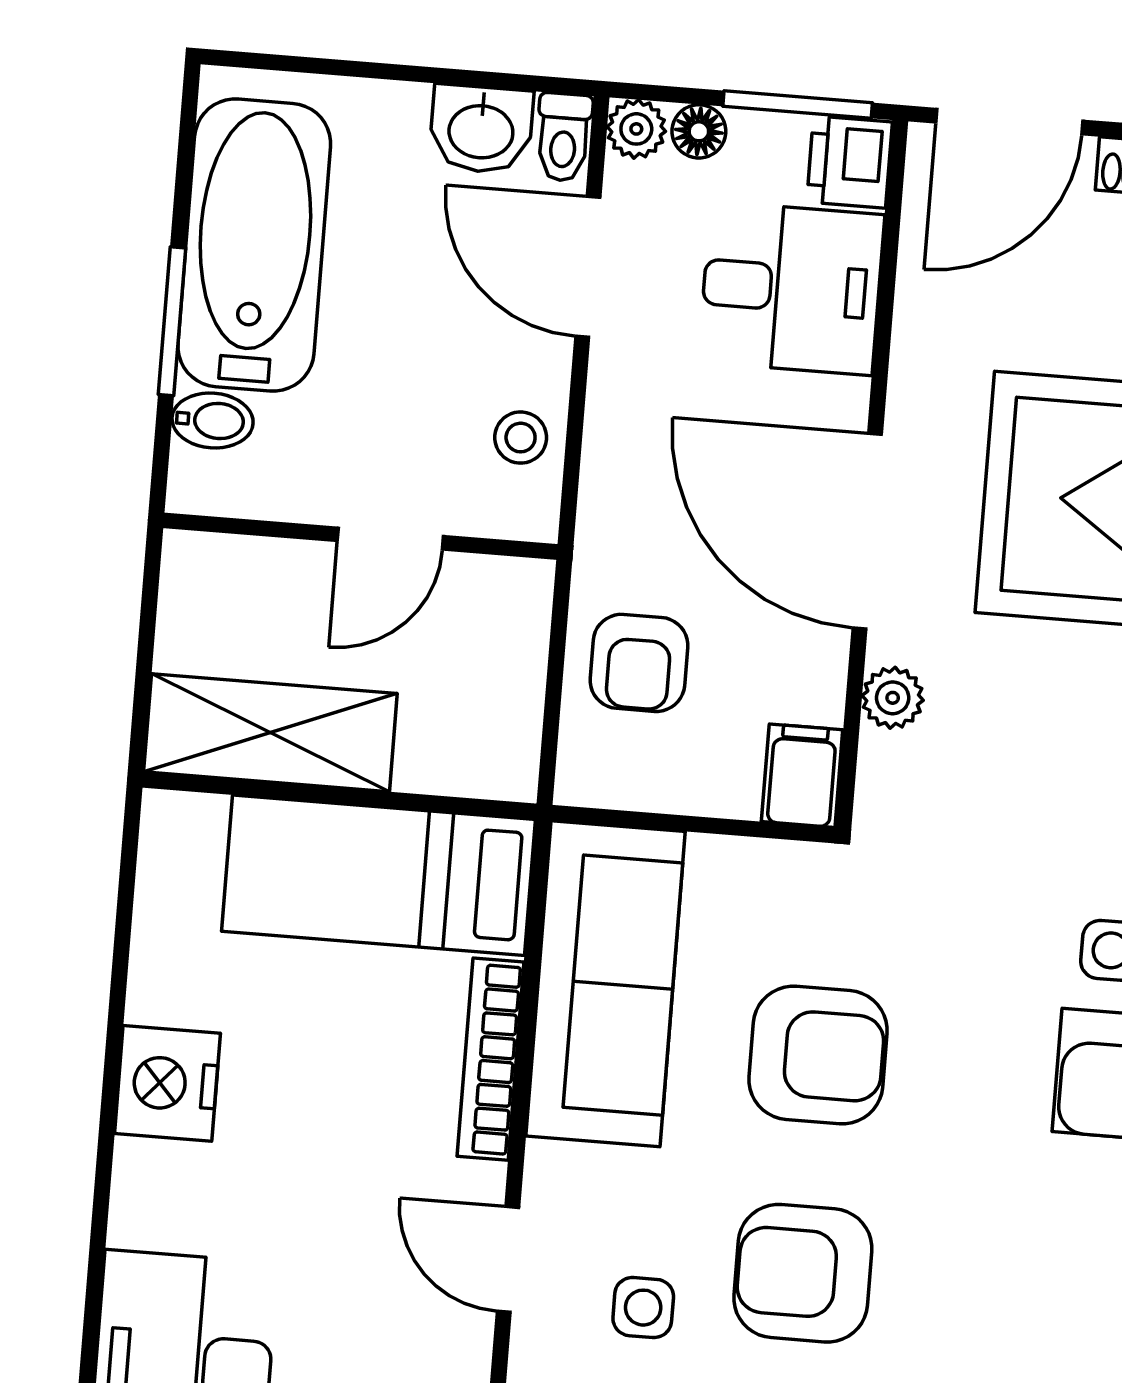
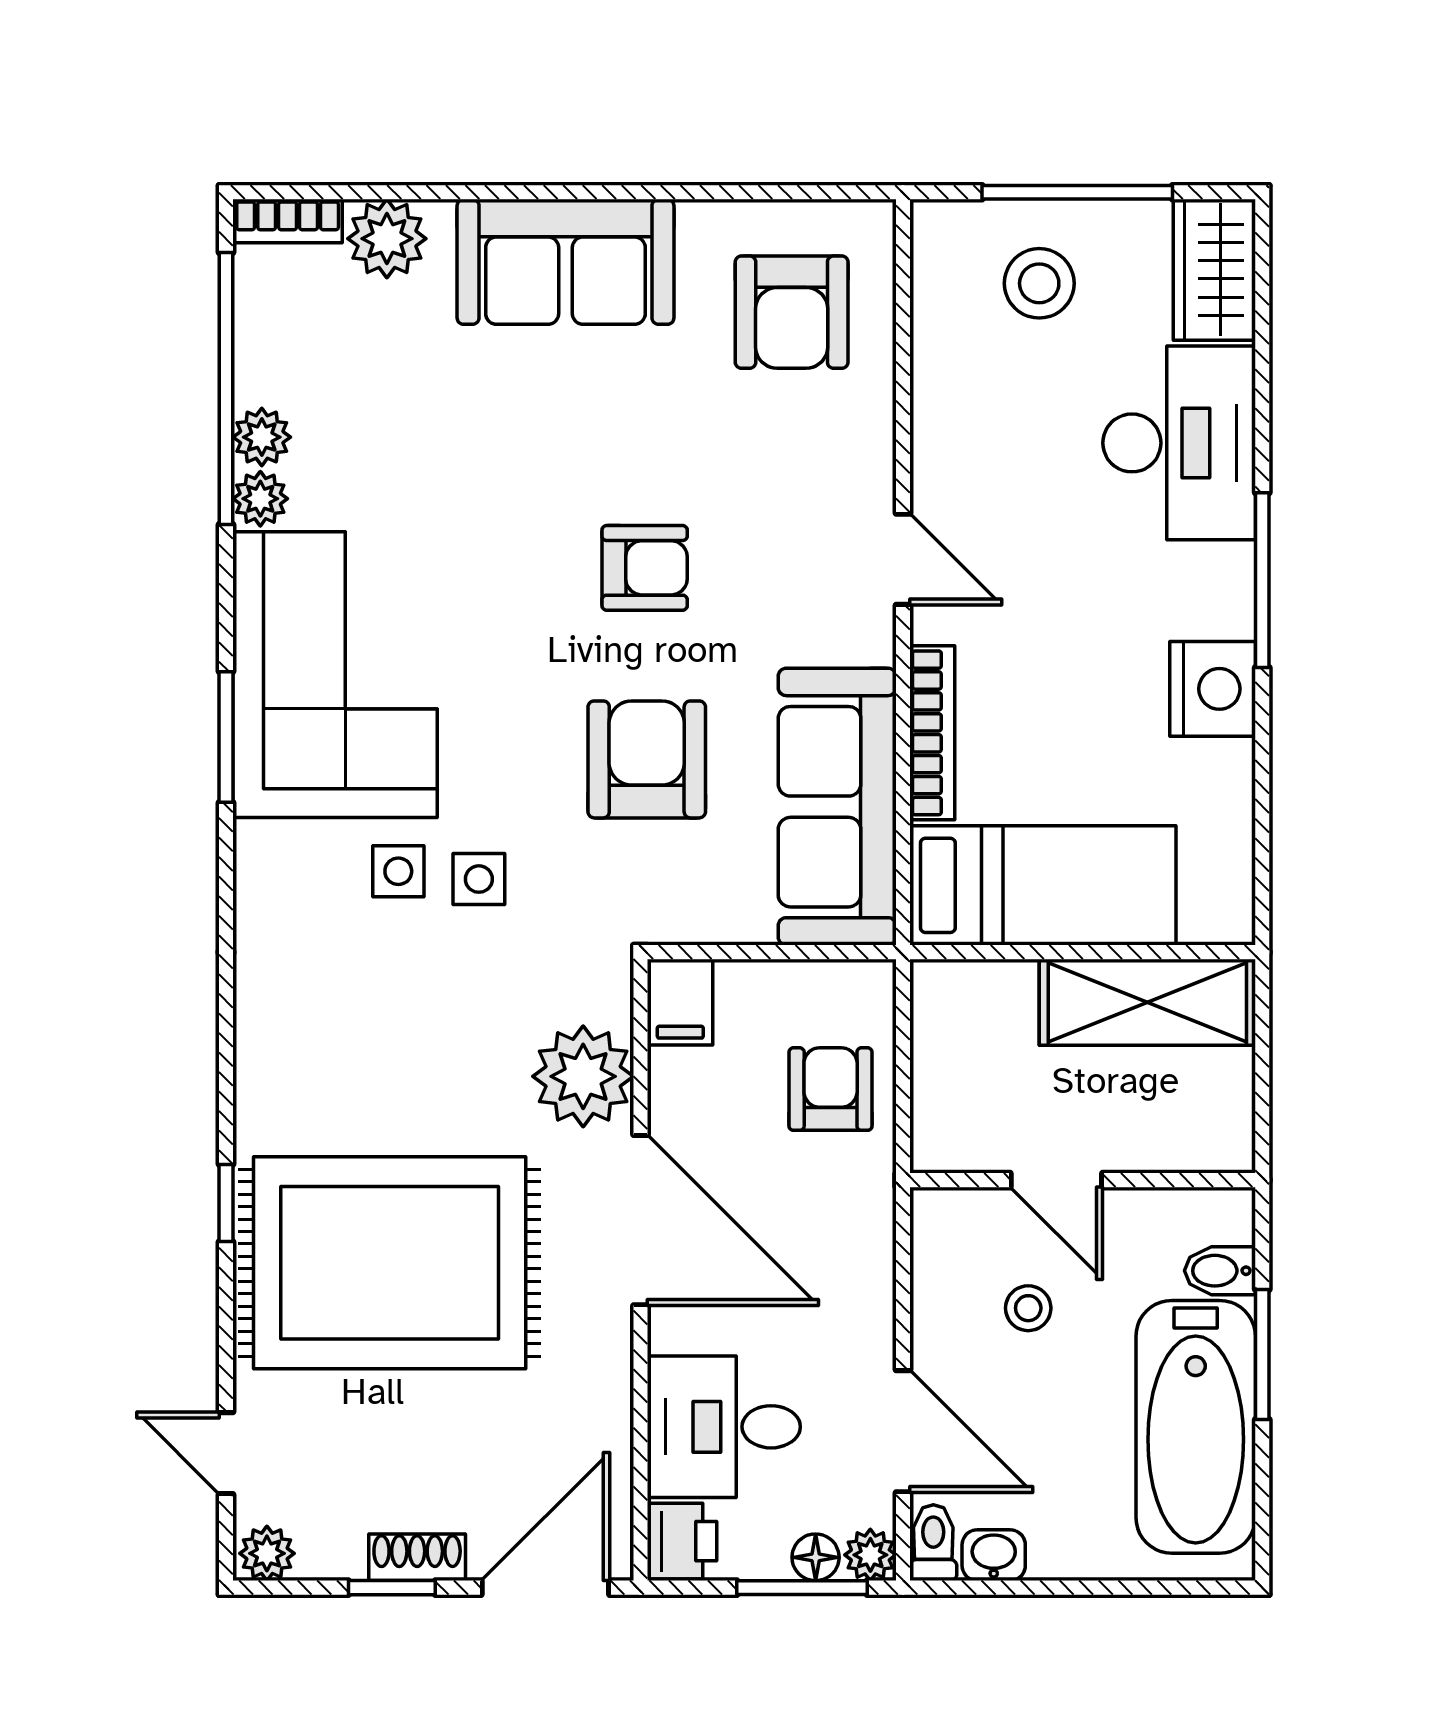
window: (798, 104) -> (802, 1588), moved
washbasin: (481, 129) -> (994, 1555), width x0.72, depth x0.69
stool: (521, 438) -> (1028, 1308), moved
door: (390, 539) -> (1056, 1180), swing flipped
plant: (893, 698) -> (583, 1076), width x1.88, depth x1.88
armchair: (818, 1055) -> (647, 759), turned 90
window: (101, 1203) -> (1262, 580), added
armchair: (803, 1273) -> (645, 568), width x0.72, depth x0.72
side table: (643, 1308) -> (479, 879), moved

